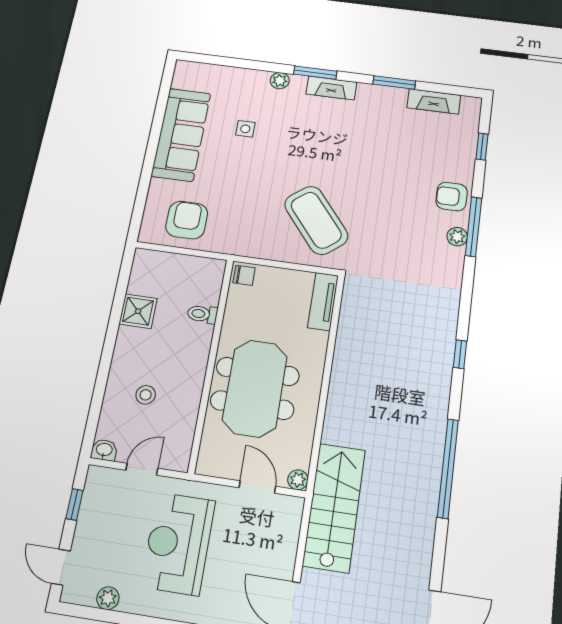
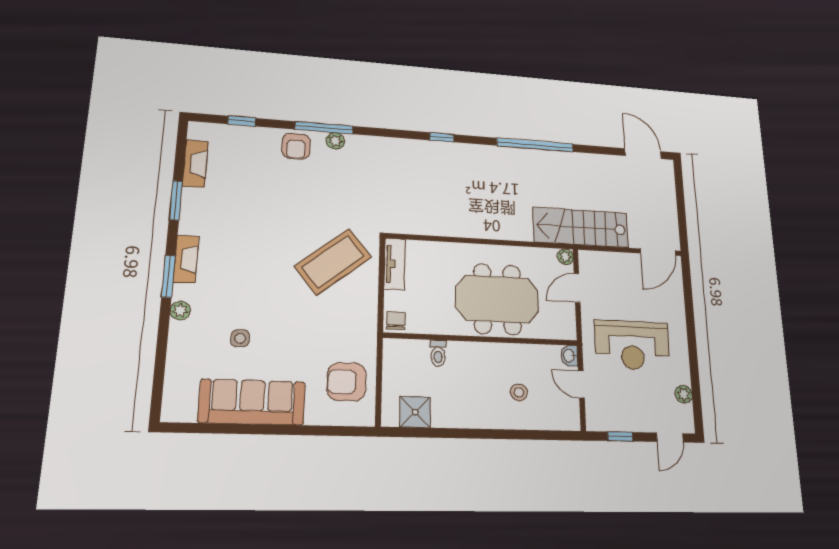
tv unit: (323, 301) -> (395, 264), moved, turned -90
shower: (138, 311) -> (415, 412), moved
washbasin: (104, 450) -> (569, 356), moved

